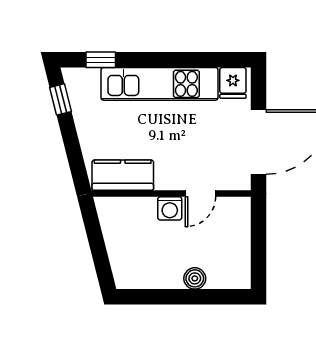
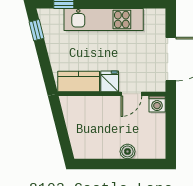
fridge: (233, 83) -> (110, 81), moved, turned 180
washing machine: (170, 208) -> (157, 104), moved

